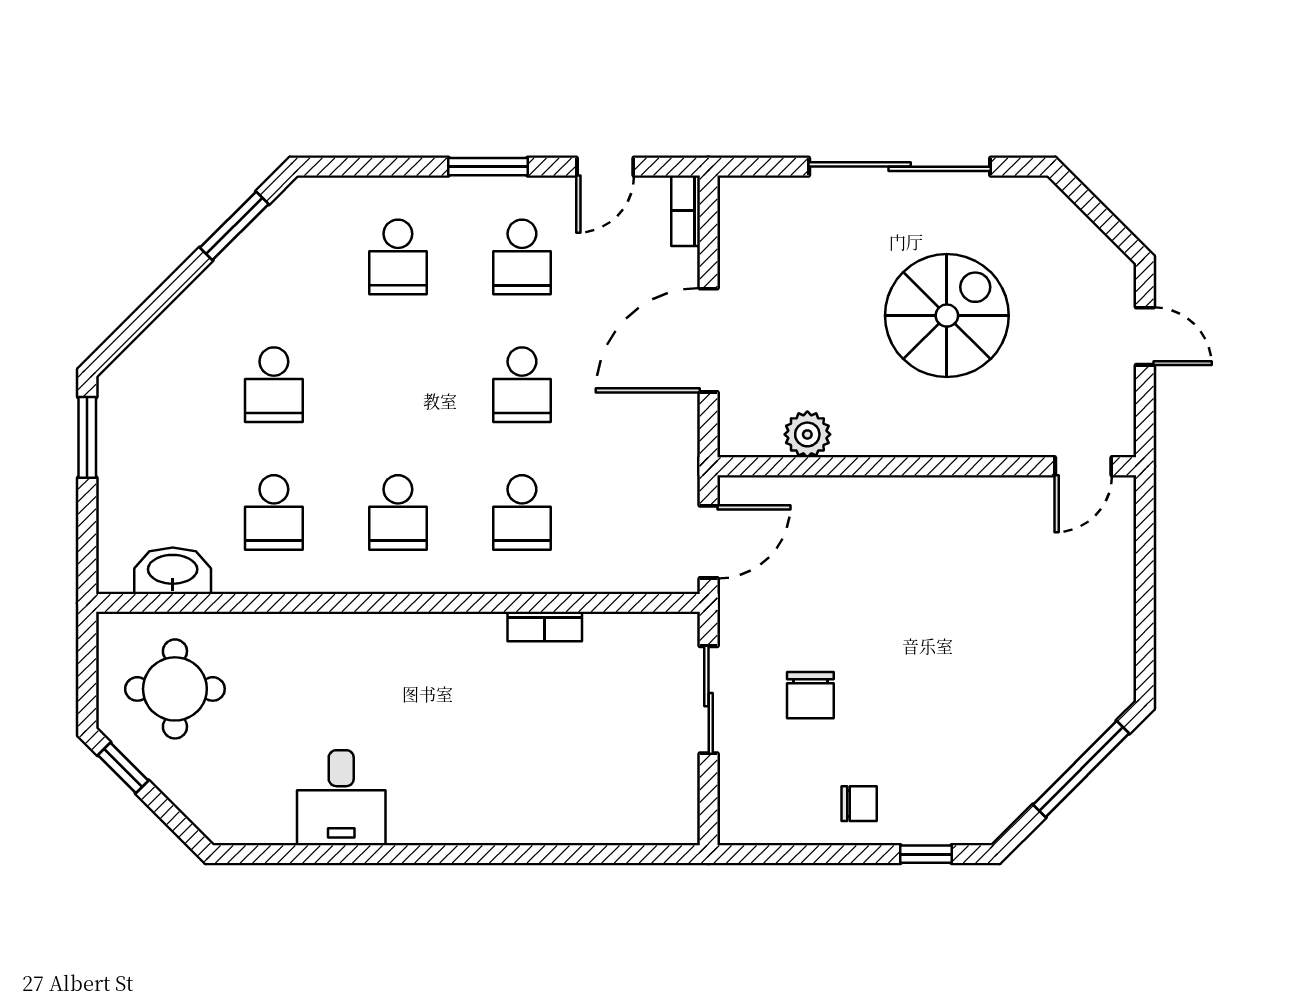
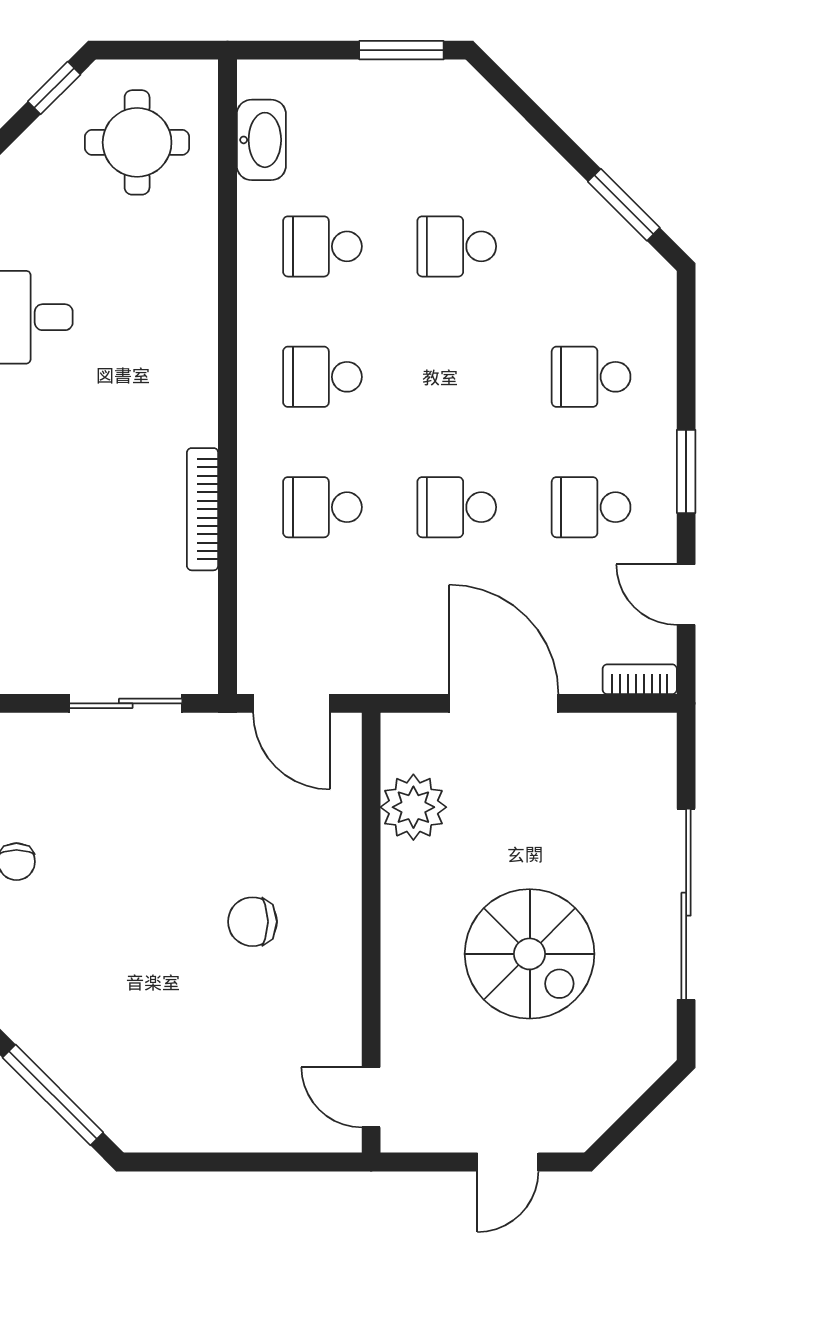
plant: (807, 434) -> (413, 807), width x1.36, depth x1.36
bookcase: (545, 627) -> (203, 509), width x1.56
chair: (810, 695) -> (252, 922), moved

